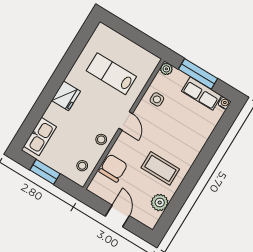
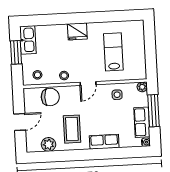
kitchen sink: (40, 137) -> (28, 40), moved, turned -90
row of seats: (195, 145) -> (104, 142), added

